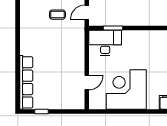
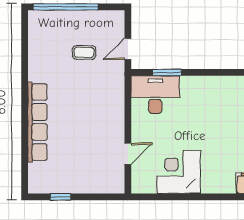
row of seats: (26, 82) -> (37, 122), moved
corner desk: (126, 89) -> (179, 172), width x0.74, depth x0.74

